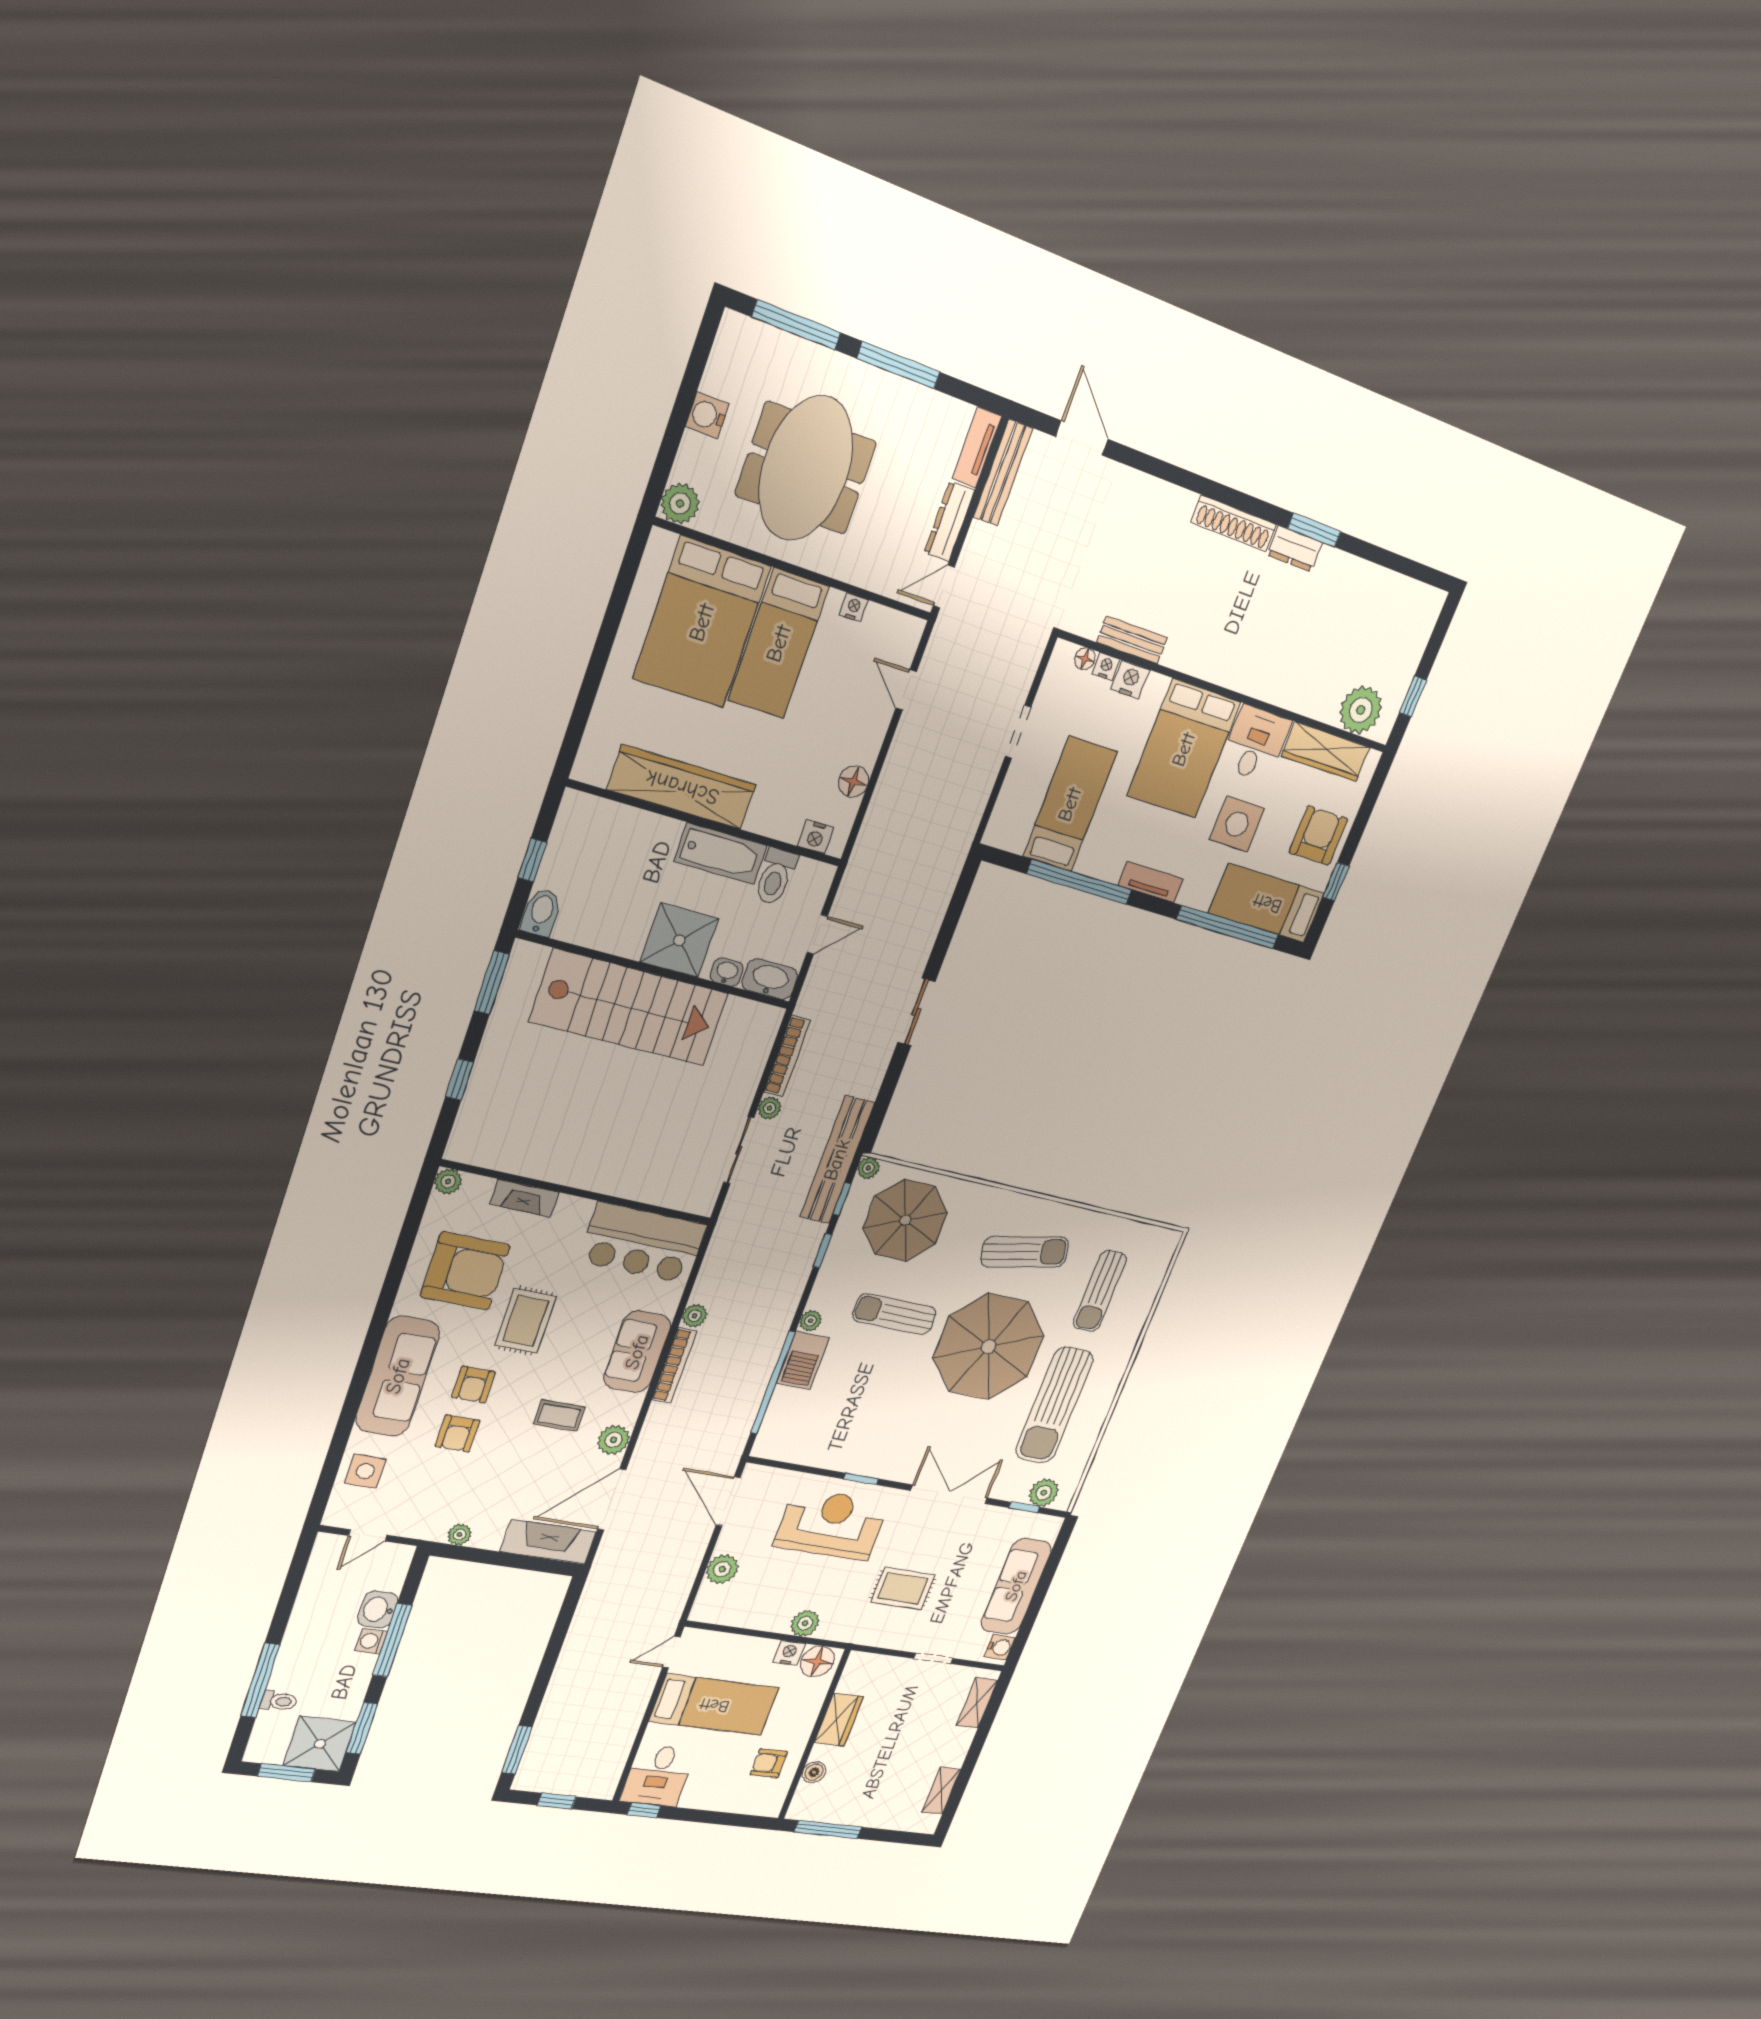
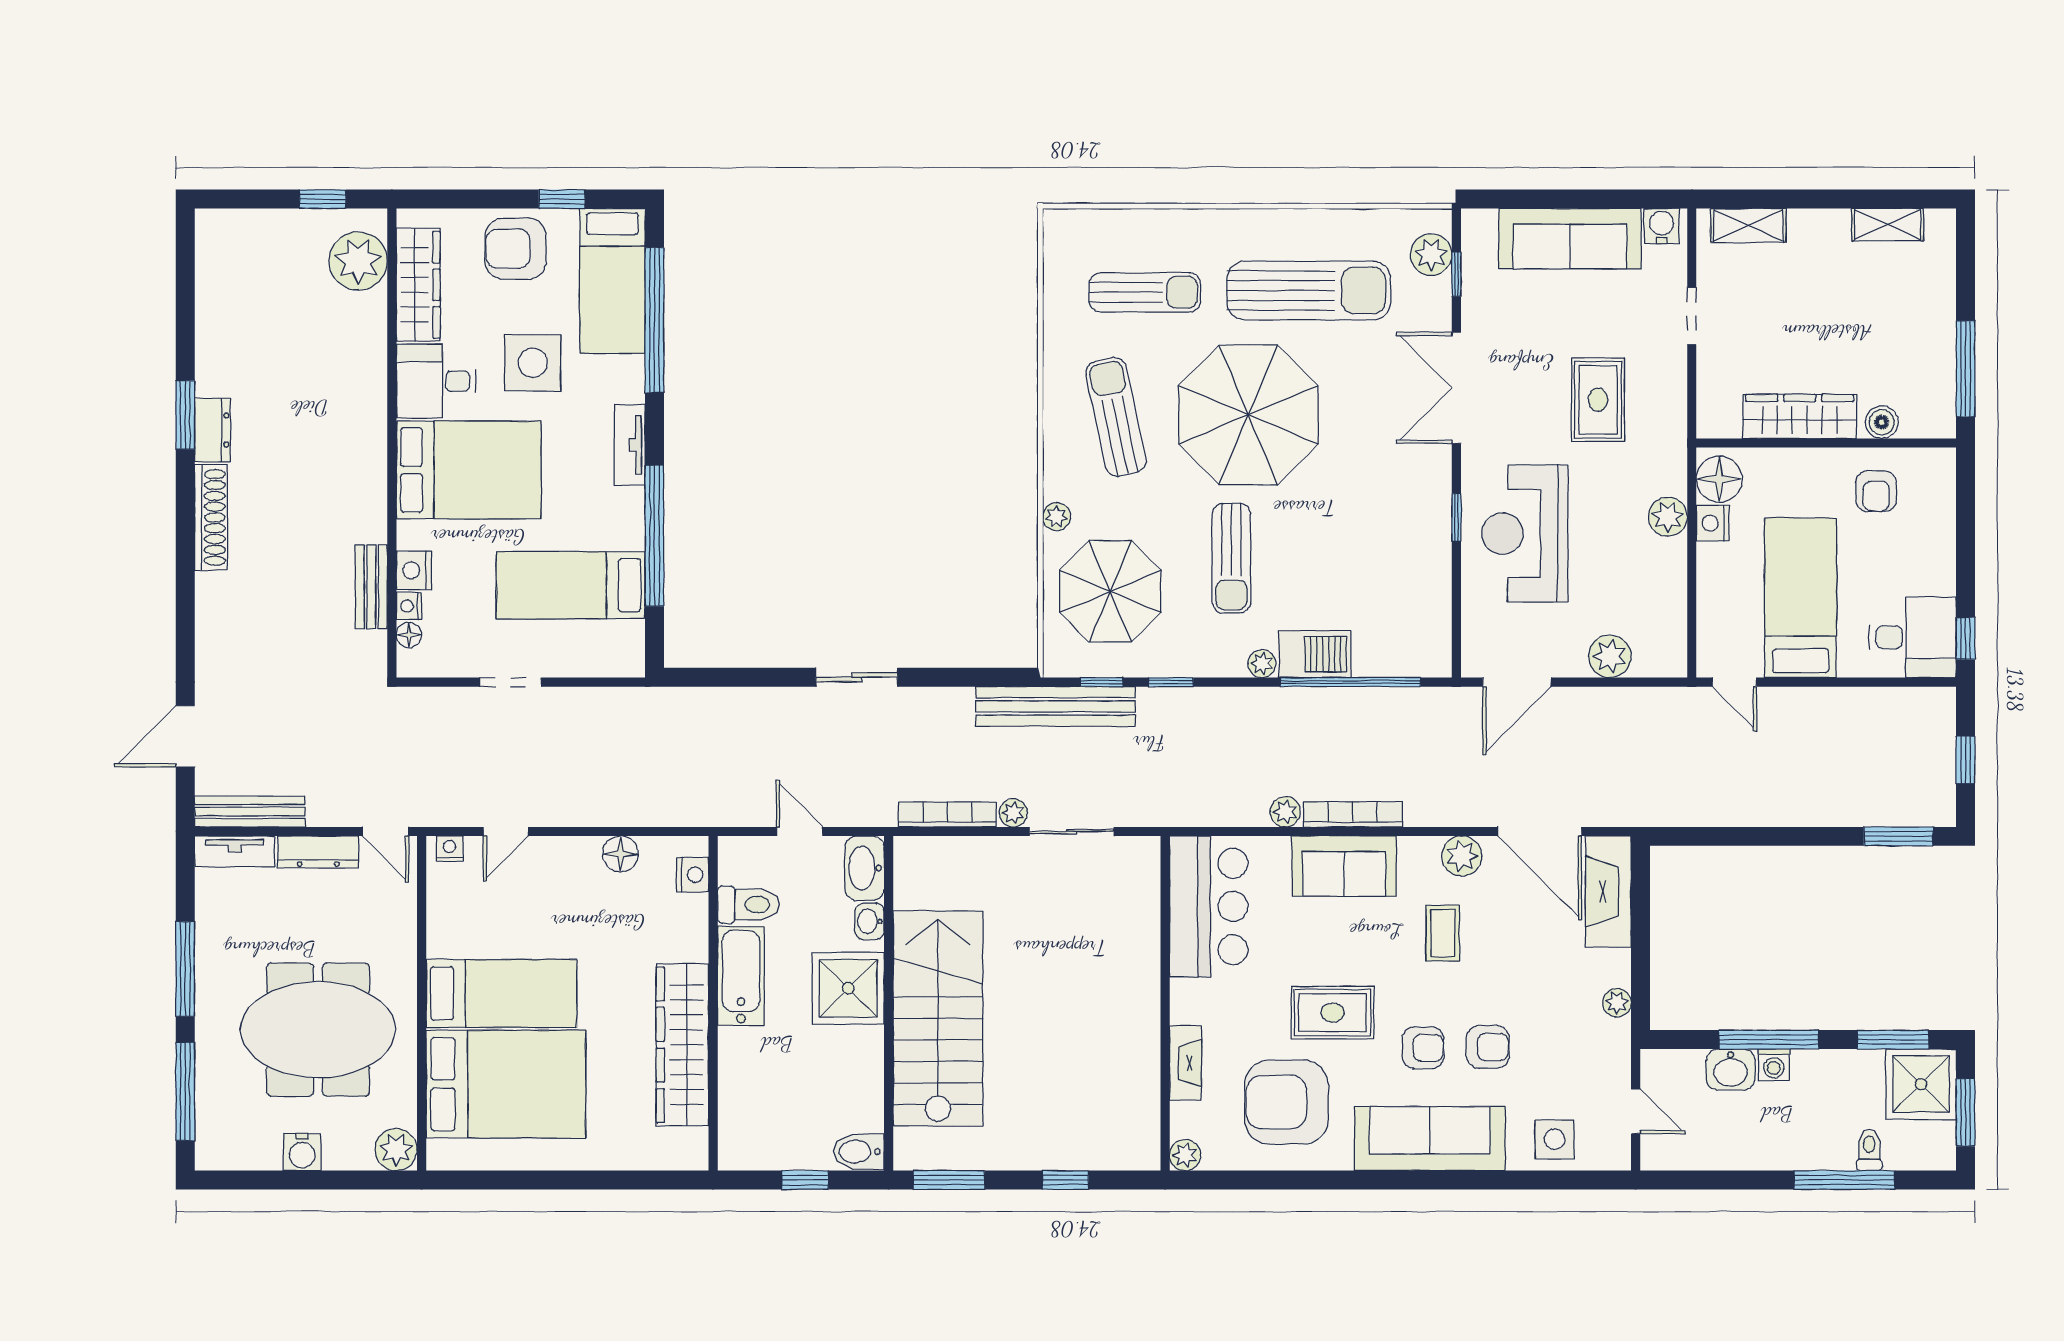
nightstand: (854, 607) -> (450, 849), moved, turned 90
plant: (868, 1168) -> (1057, 517), moved
armchair: (465, 1271) -> (1286, 1102), turned -90
wardrobe: (839, 1720) -> (1800, 416), width x1.50

